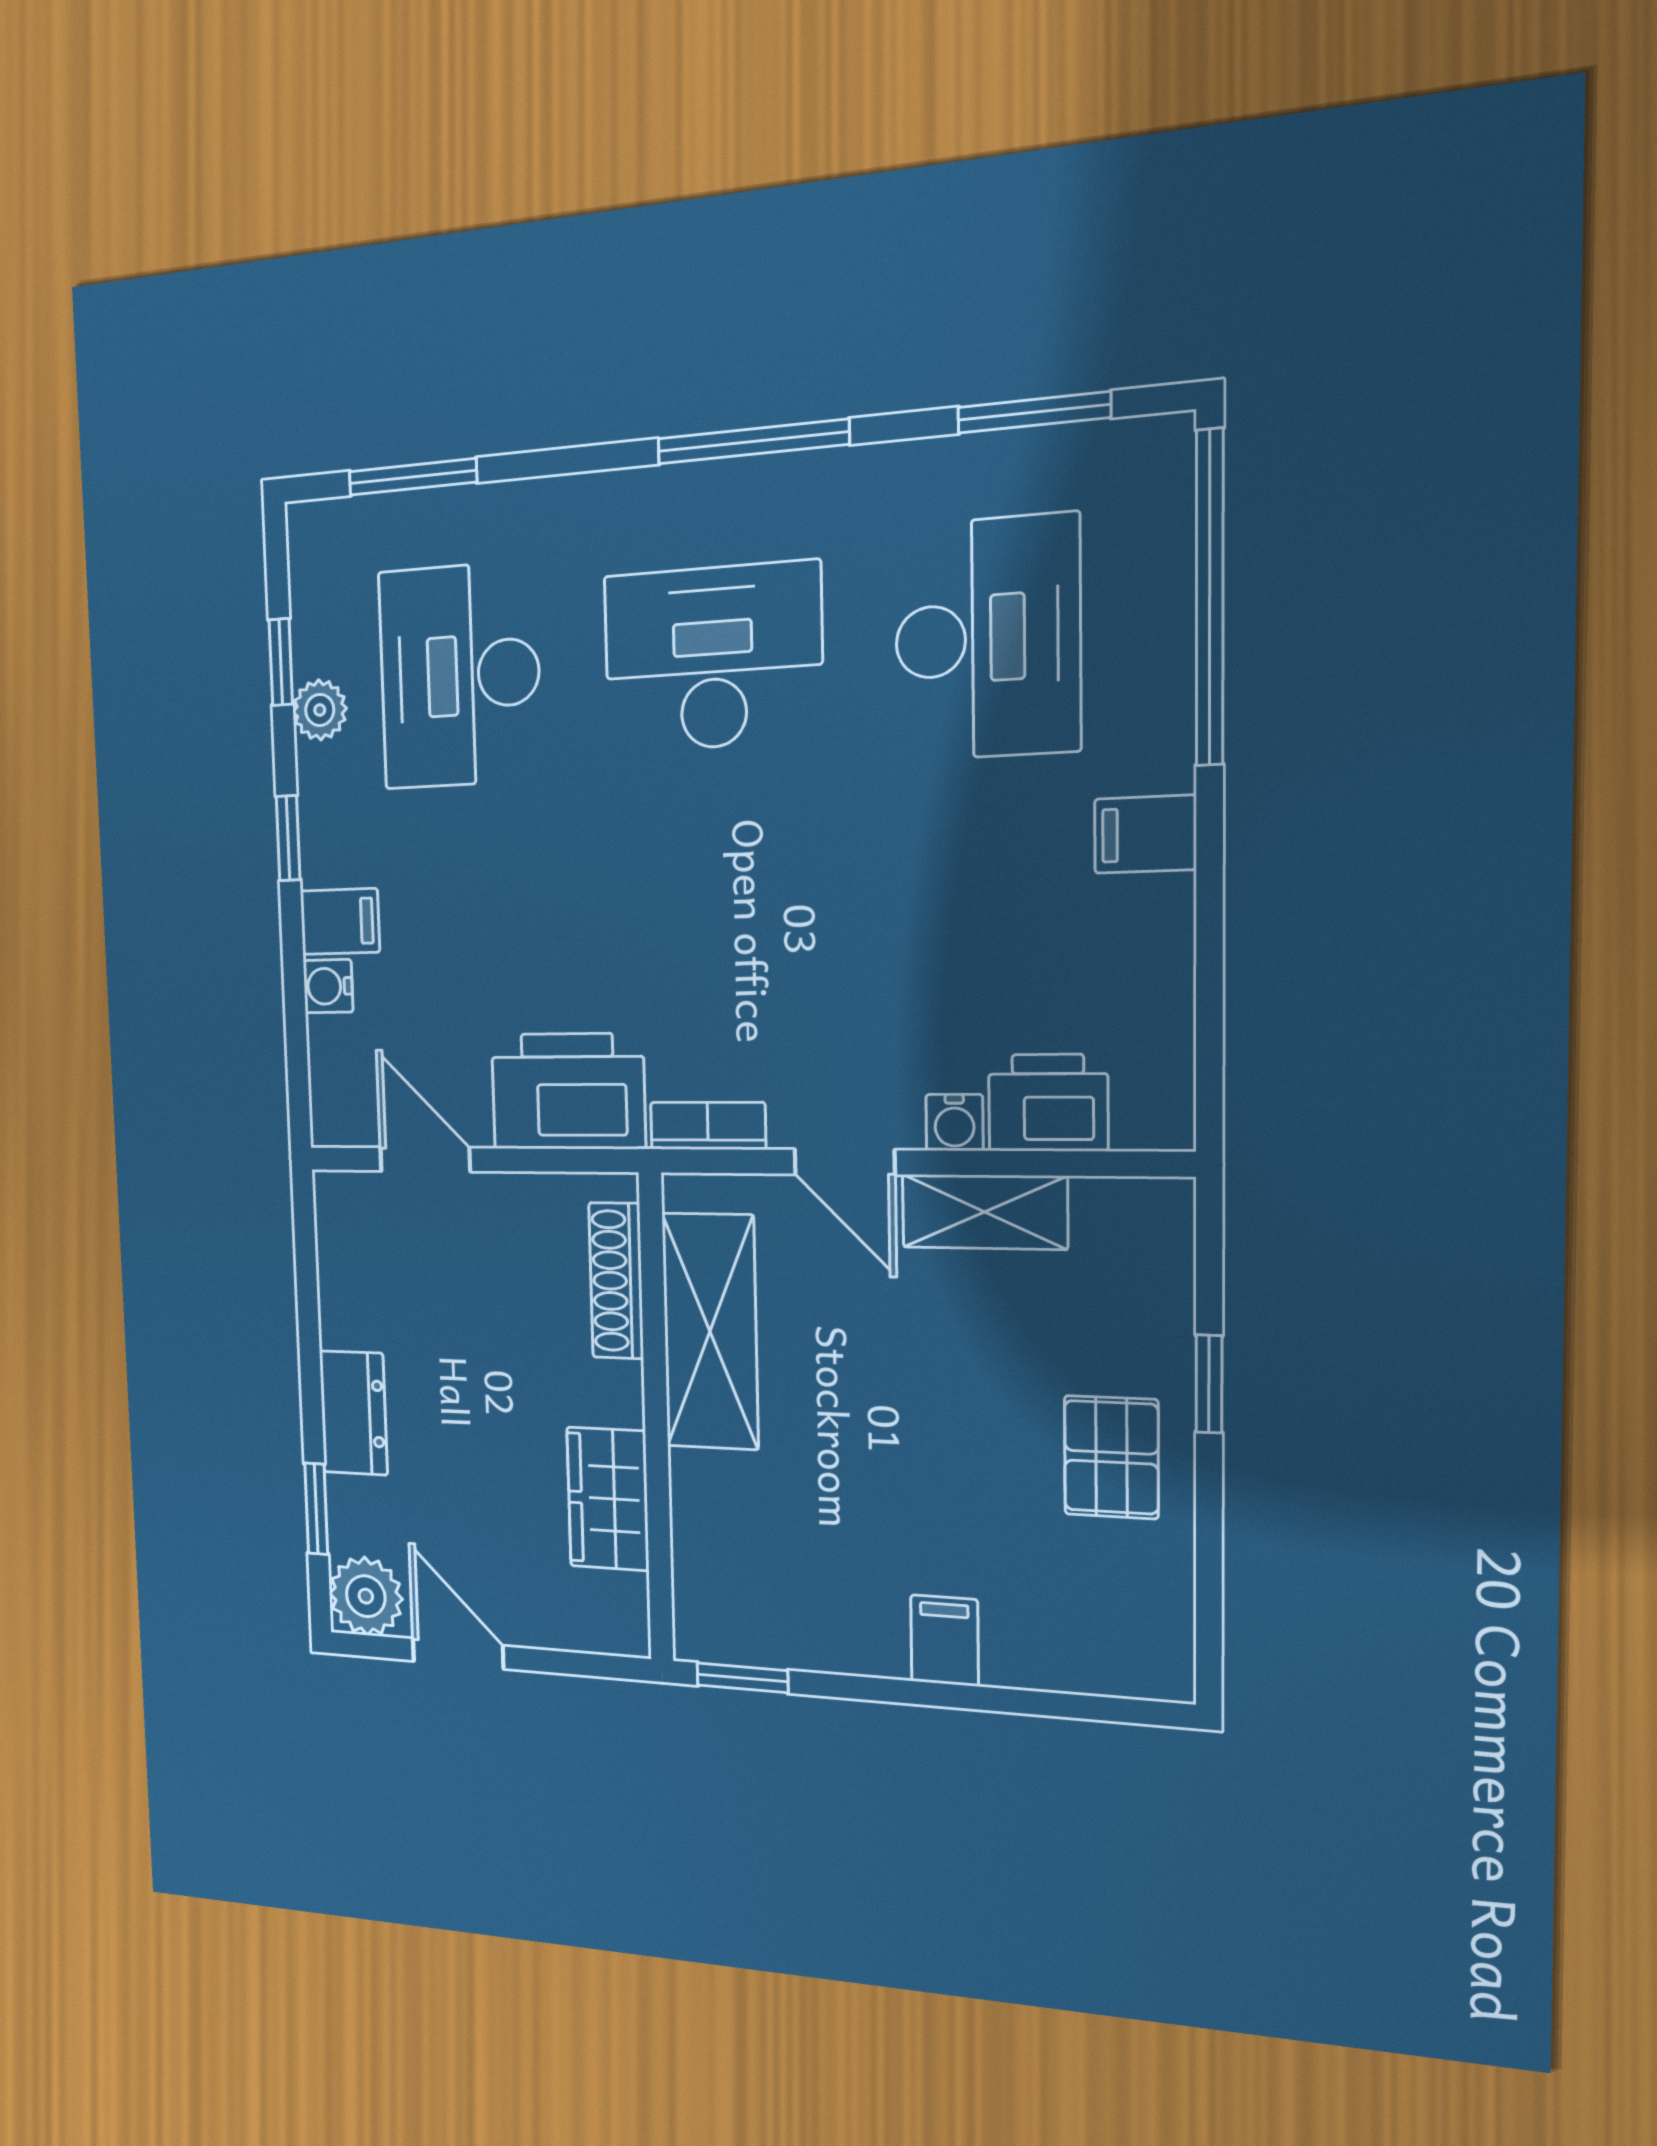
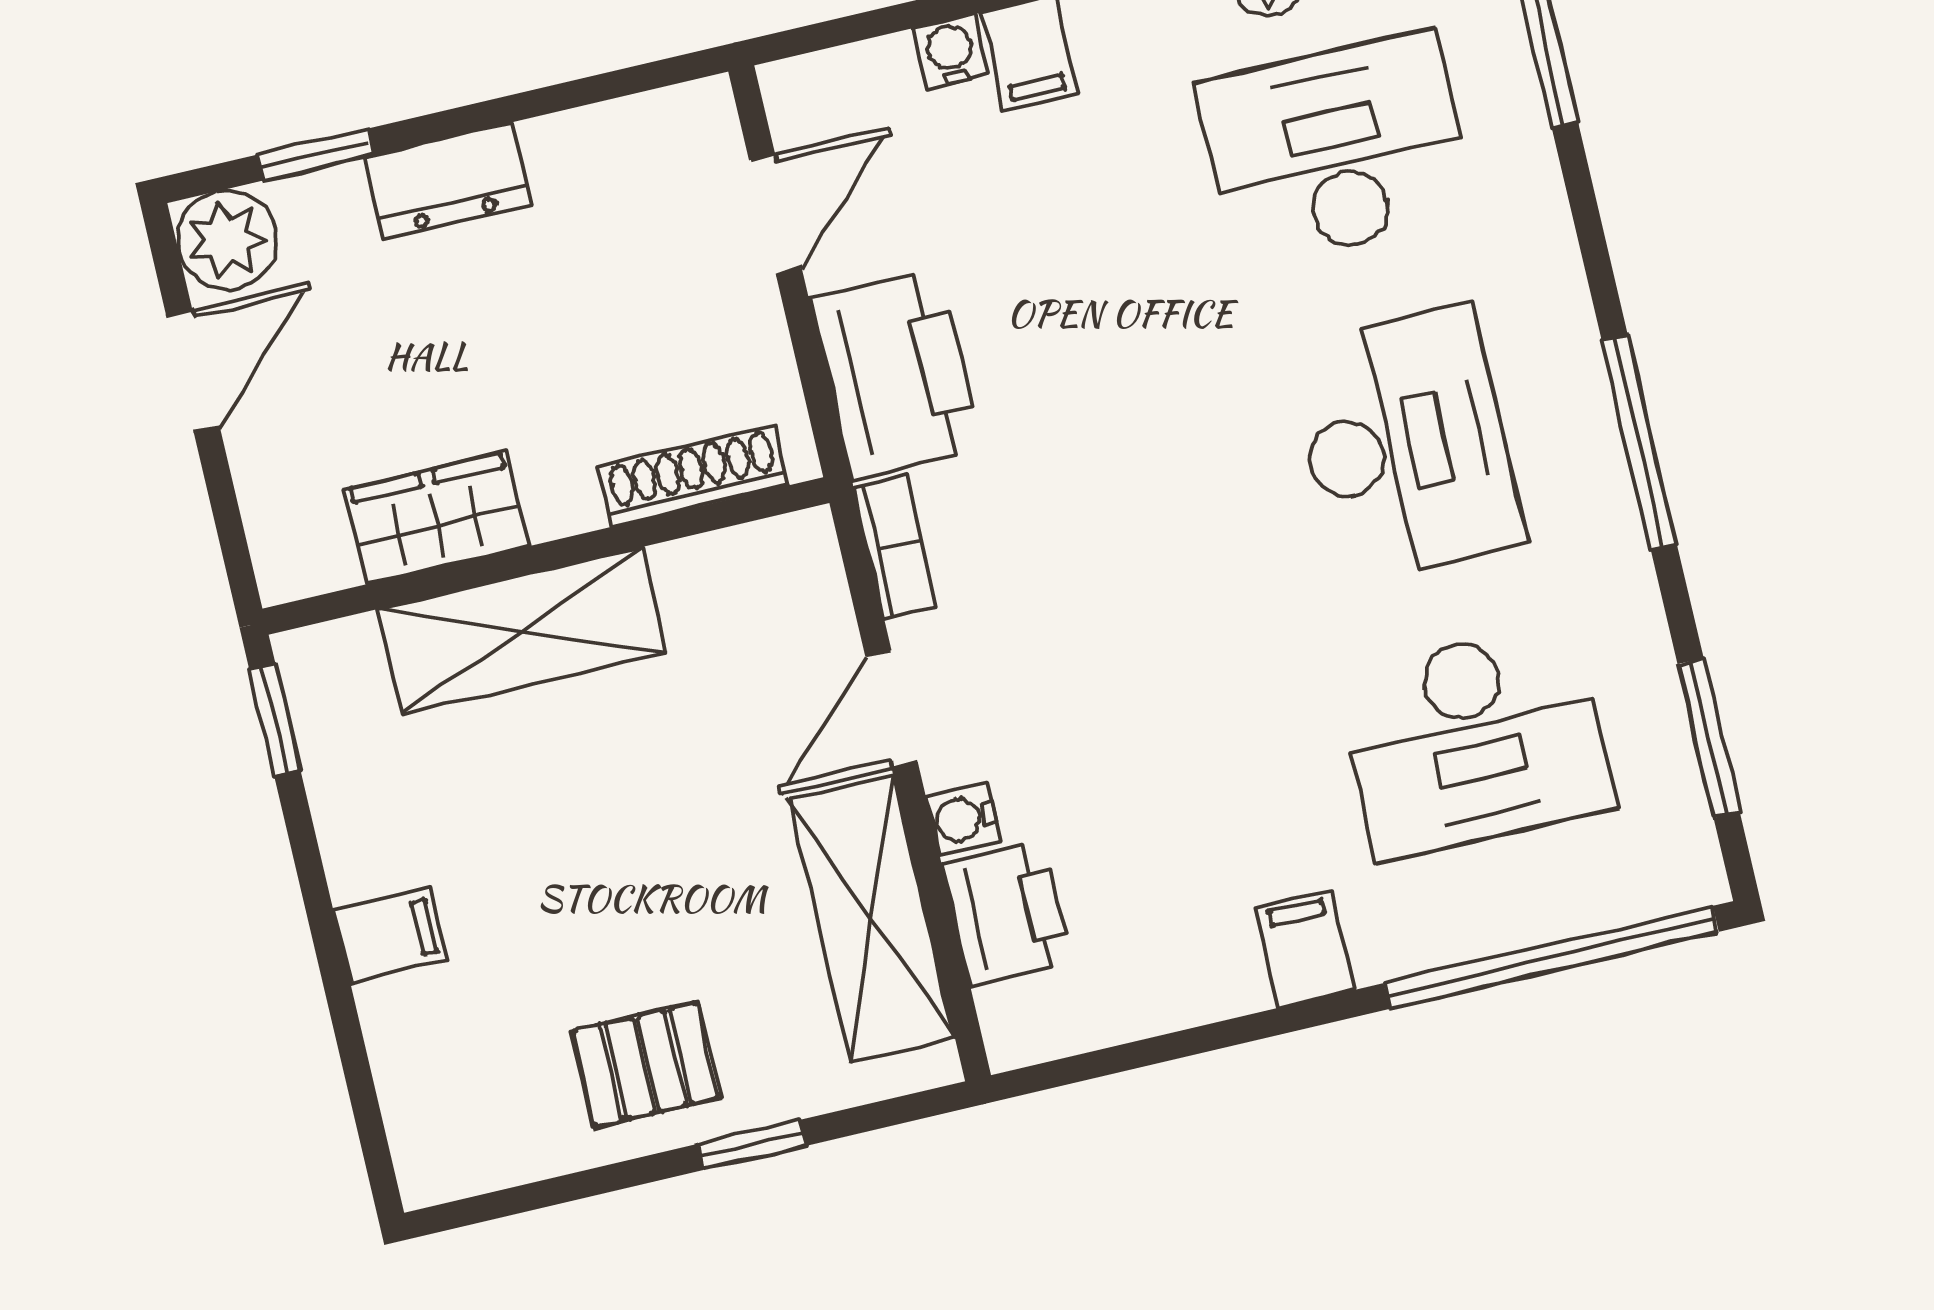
shelving: (984, 1212) -> (872, 919), width x1.50, depth x1.33
shelving: (710, 1331) -> (522, 631), moved

